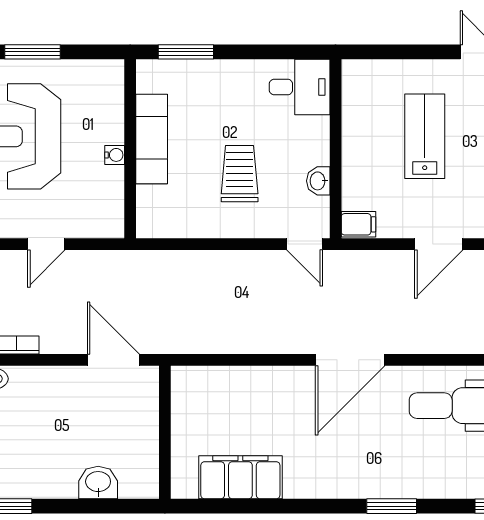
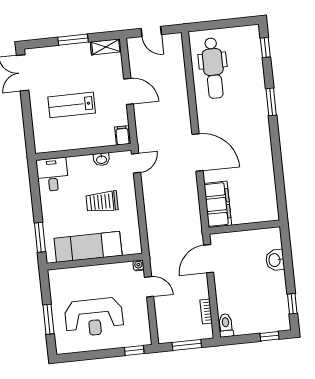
exam couch: (152, 139) -> (88, 247), width x1.36, depth x1.45
water cooler: (115, 155) -> (138, 265), moved
door: (46, 244) -> (149, 287), moved
door: (350, 360) -> (197, 152), moved
filing cabinet: (240, 477) -> (218, 204), moved, turned 180

